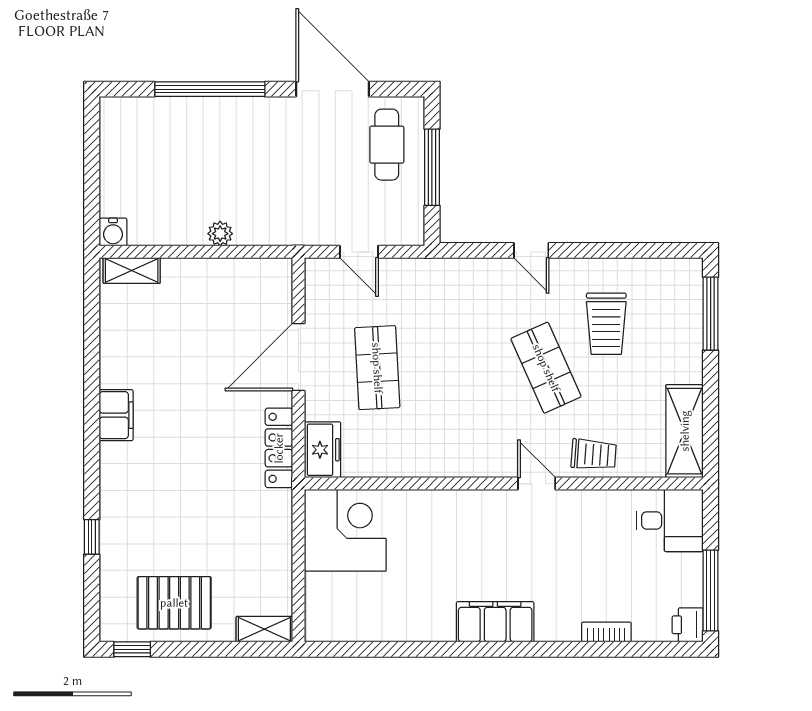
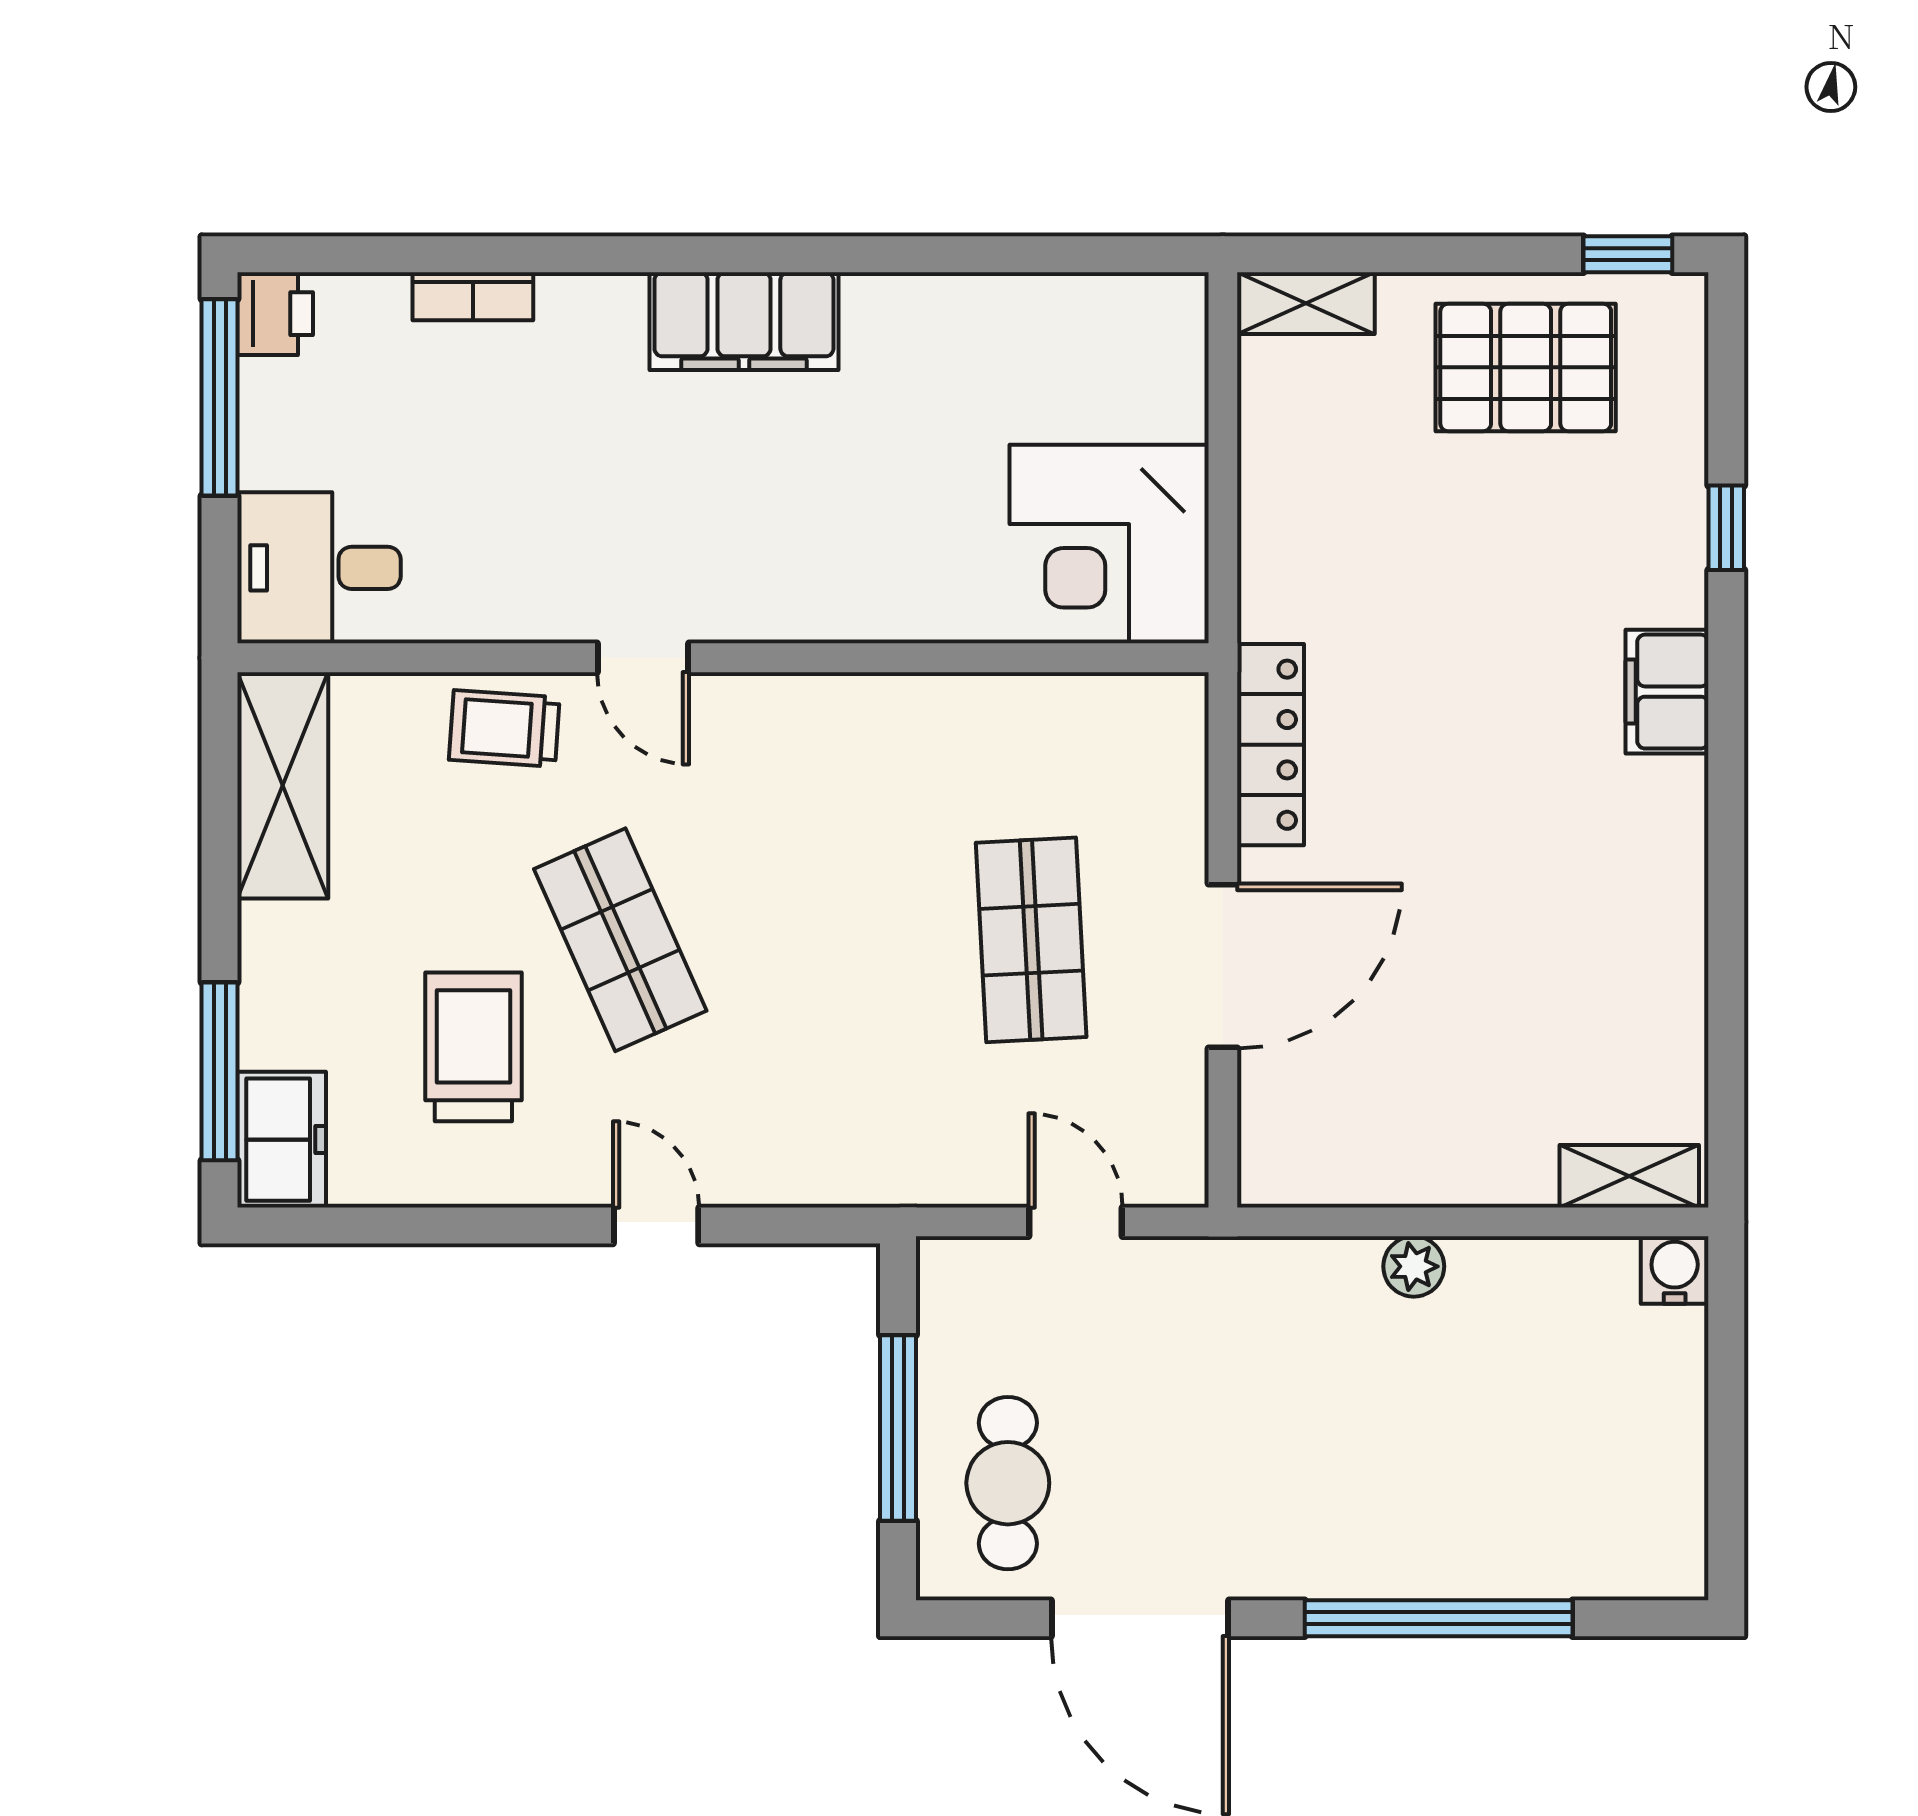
filing cabinet: (116, 415) -> (1667, 692), moved
freezer: (323, 450) -> (282, 1140), moved, turned 180

